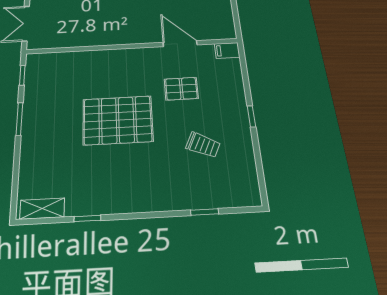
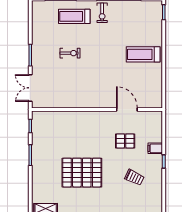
filing cabinet: (227, 50) -> (155, 148), moved
pallet: (118, 120) -> (82, 173), moved

